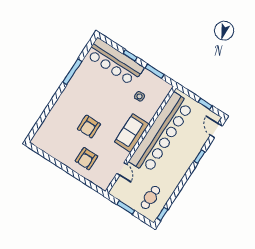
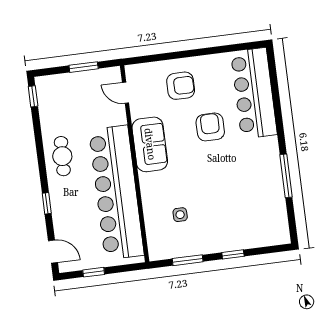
bar counter: (115, 62) -> (254, 93), moved, turned -90
sofa: (132, 133) -> (150, 144), moved
armchair: (86, 159) -> (181, 86), turned 90
door: (122, 169) -> (126, 93), moved
cafe table: (150, 198) -> (62, 156), moved

